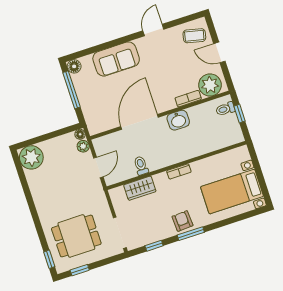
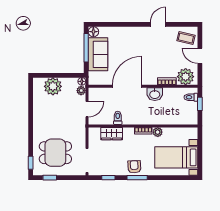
sofa: (116, 59) -> (98, 54), moved, turned -90
plant: (31, 157) -> (53, 86), moved
plant: (198, 167) -> (158, 132), added

